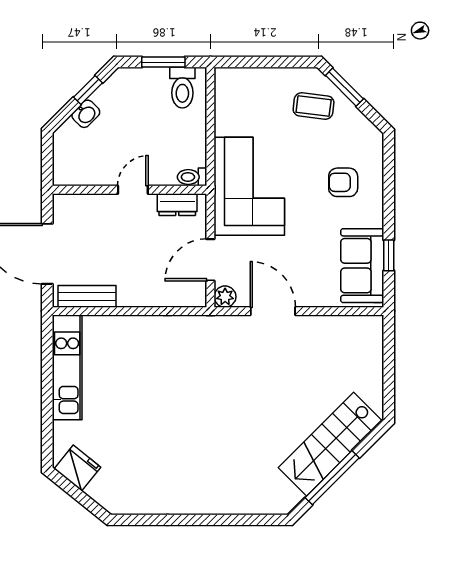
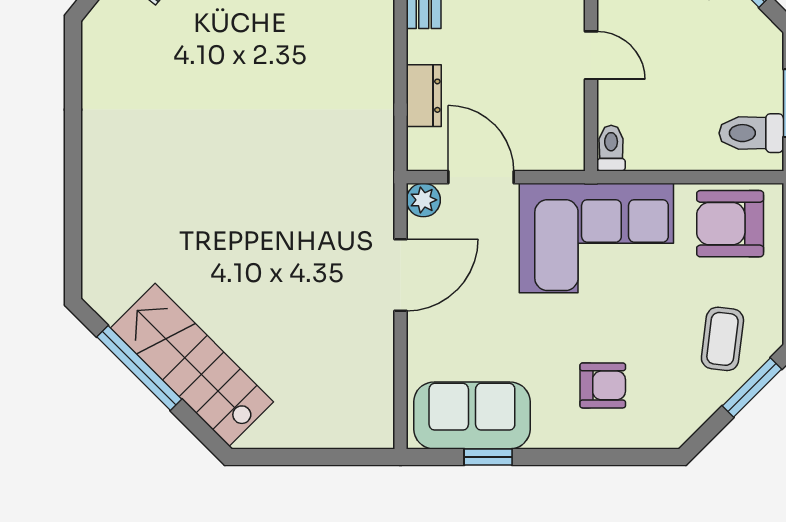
armchair: (240, 101) -> (730, 224), added
armchair: (343, 182) -> (603, 385), turned 90
dresser: (177, 205) -> (424, 96), moved, turned 180

